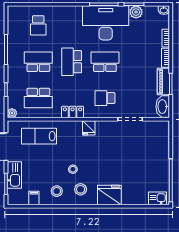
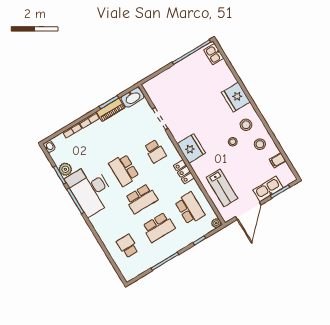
school desk: (38, 25) -> (127, 246), turned -90
school desk: (38, 62) -> (159, 227), turned -90
fridge: (89, 128) -> (191, 148), width x1.88, depth x1.34

